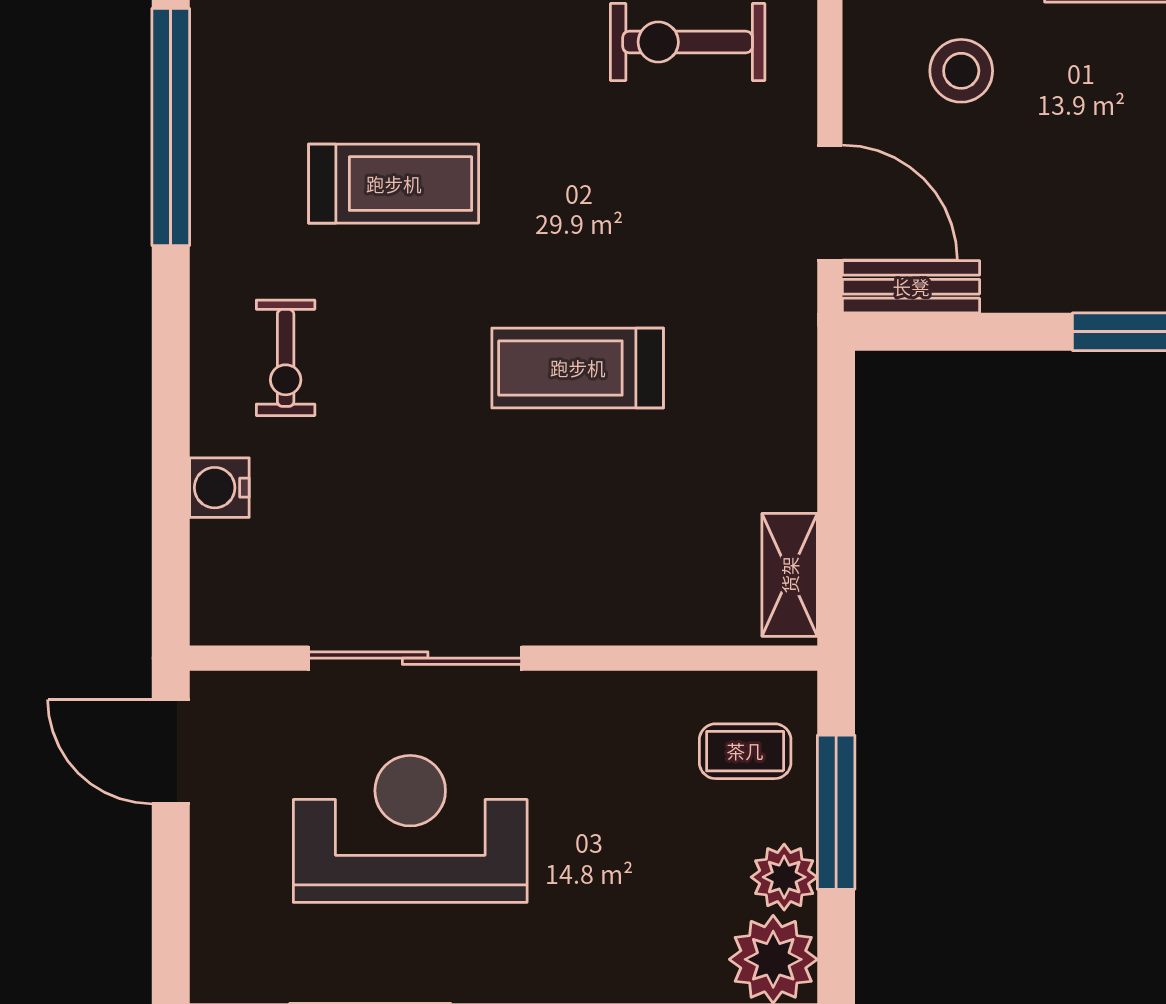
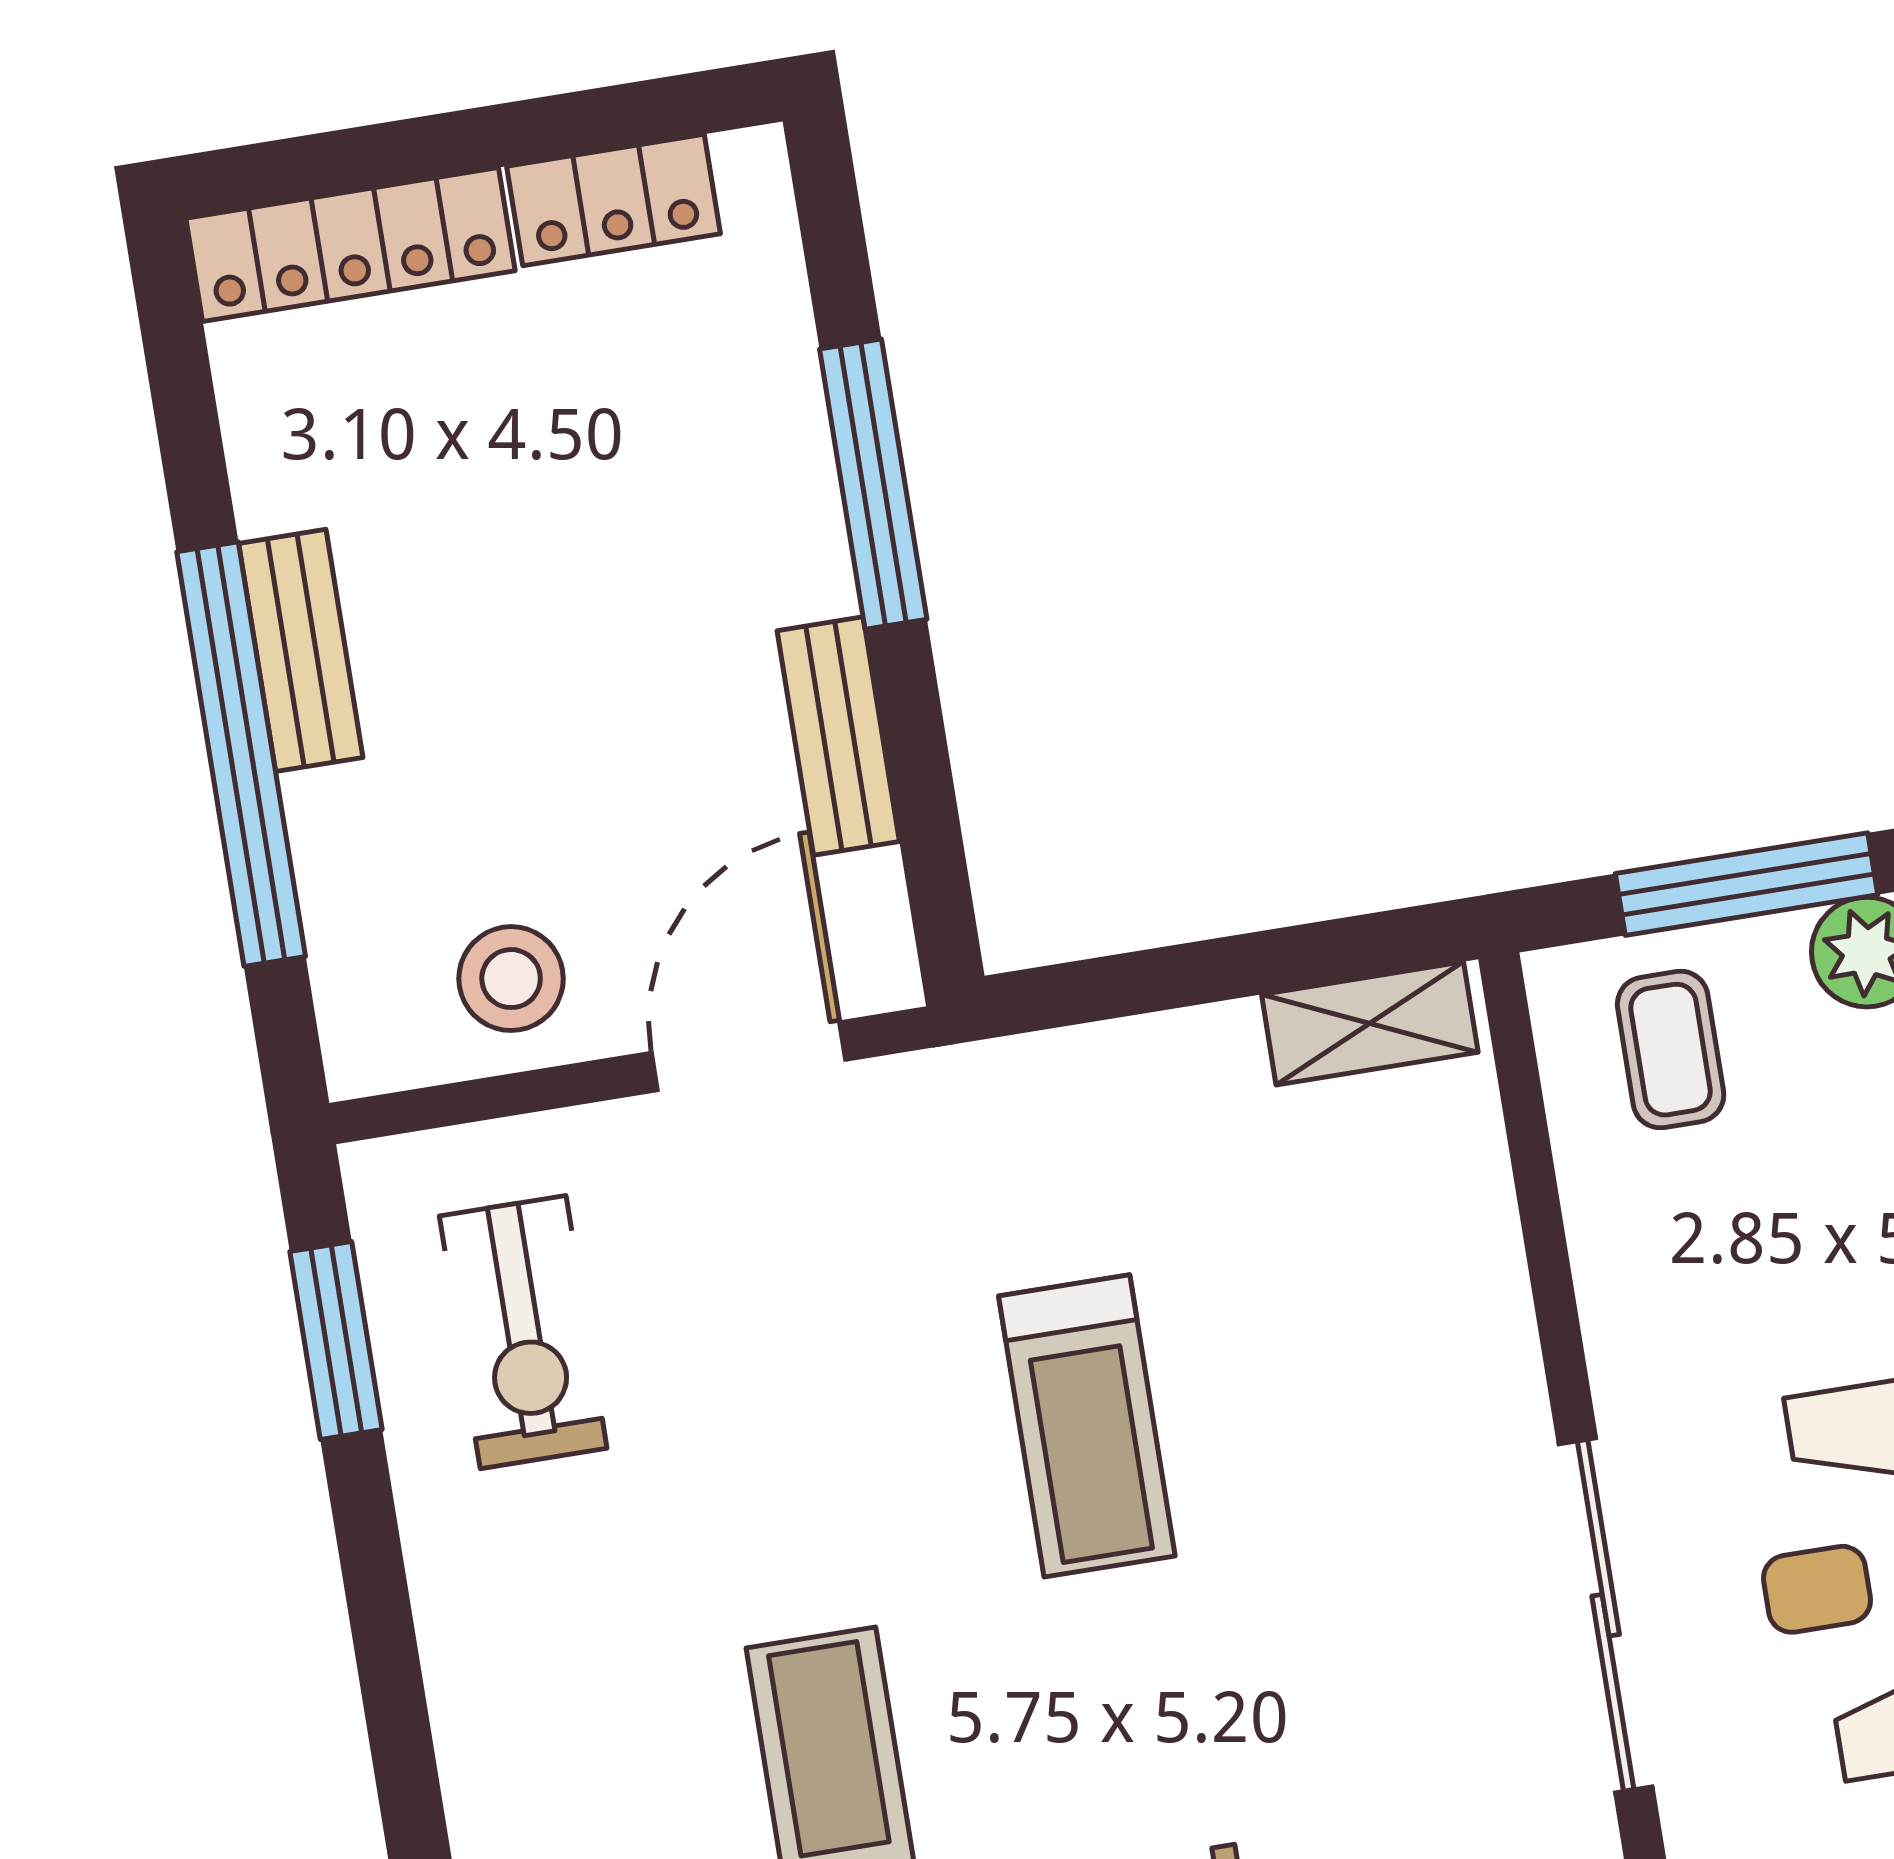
stool: (961, 71) -> (511, 979), moved
bench: (911, 287) -> (838, 736), moved

